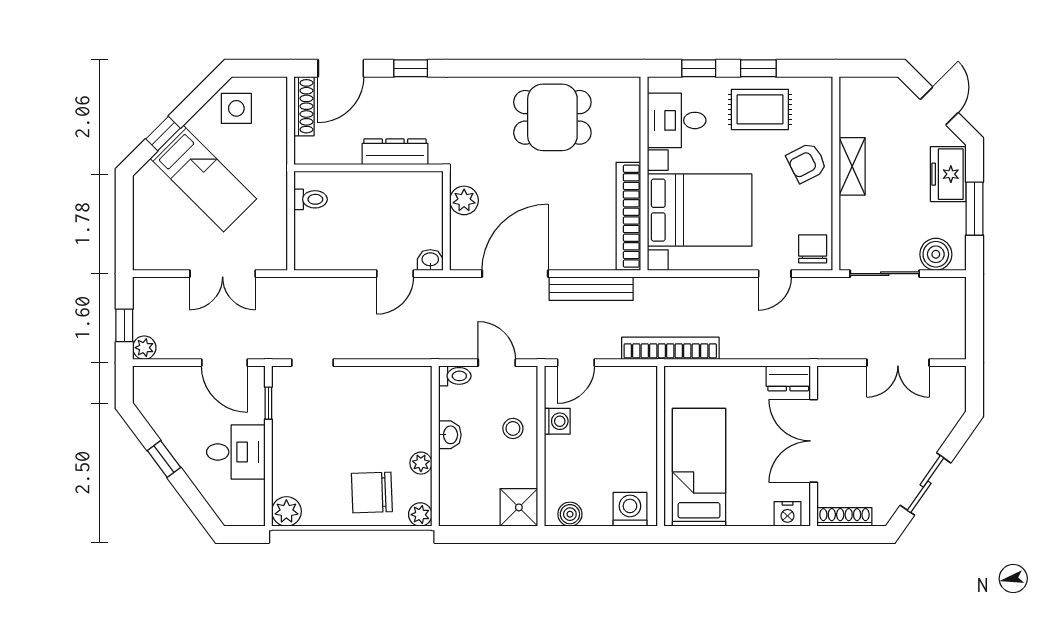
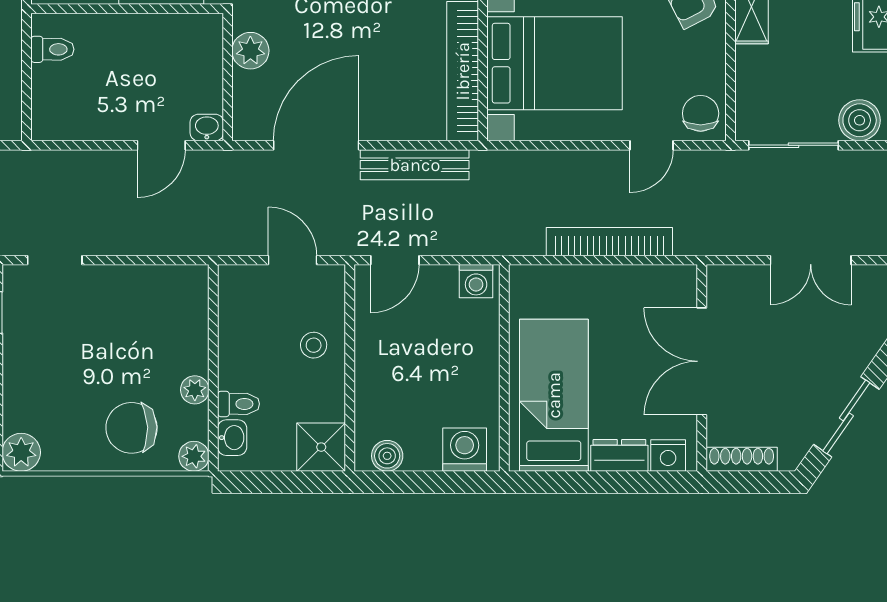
bookcase: (670, 348) -> (609, 242), moved
toilet: (455, 376) -> (239, 404), moved
dresser: (788, 378) -> (619, 455), moved, turned 180
washing machine: (557, 421) -> (476, 281), moved, turned 90
washbasin: (450, 435) -> (232, 438), moved

